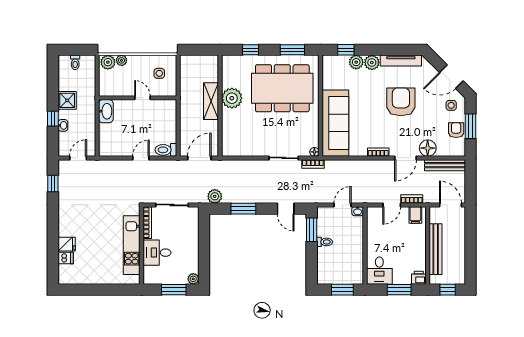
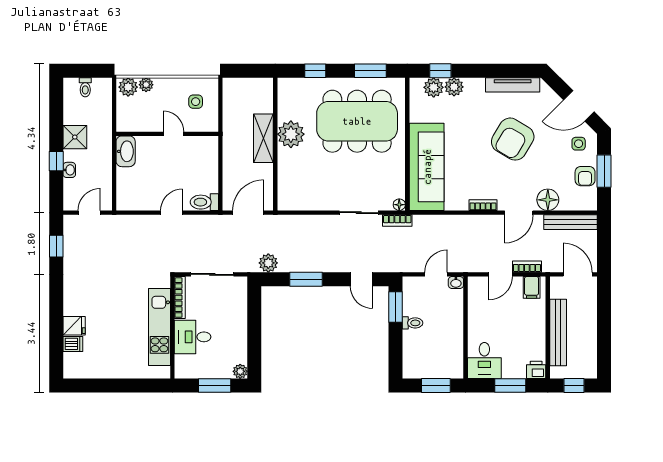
plant: (372, 62) -> (434, 87), moved
armchair: (401, 102) -> (513, 139), turned -149
armchair: (456, 130) -> (585, 176), turned 180

